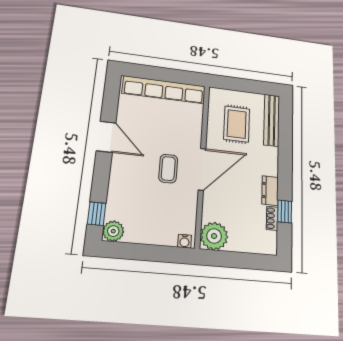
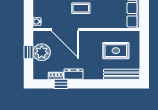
door: (202, 169) -> (65, 29), moved
plant: (214, 236) -> (42, 52), moved
window: (234, 260) -> (29, 52), added

